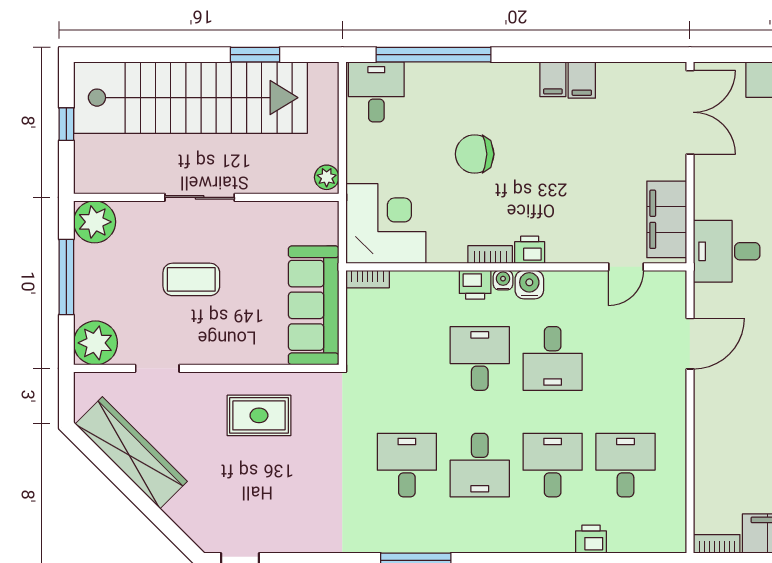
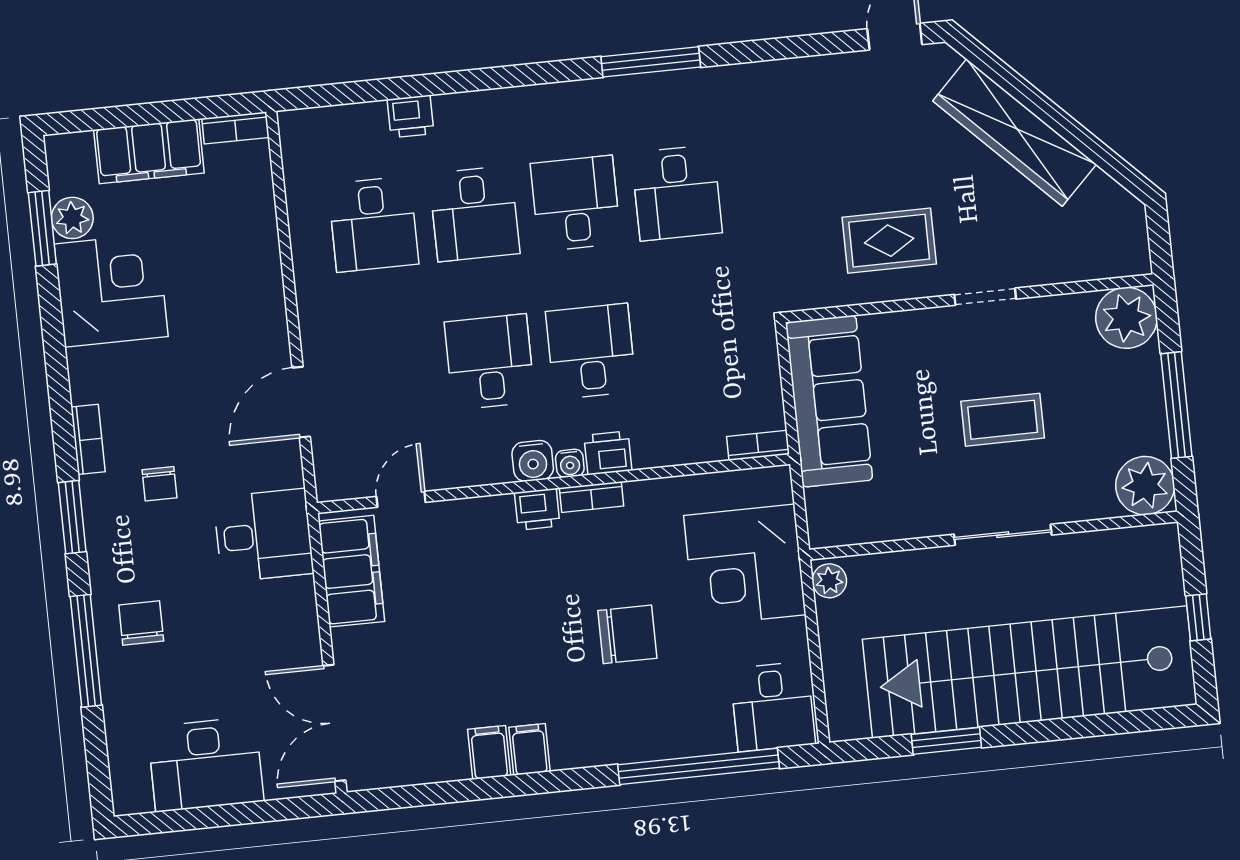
corner desk: (386, 224) -> (745, 565), moved
desk: (480, 358) -> (591, 351), turned 180
doorway: (157, 368) -> (985, 297), moved
wardrobe: (131, 453) -> (1015, 133), moved

